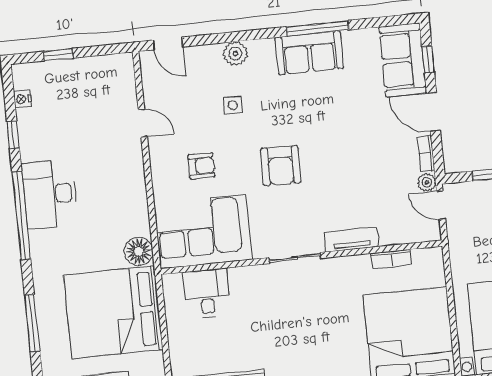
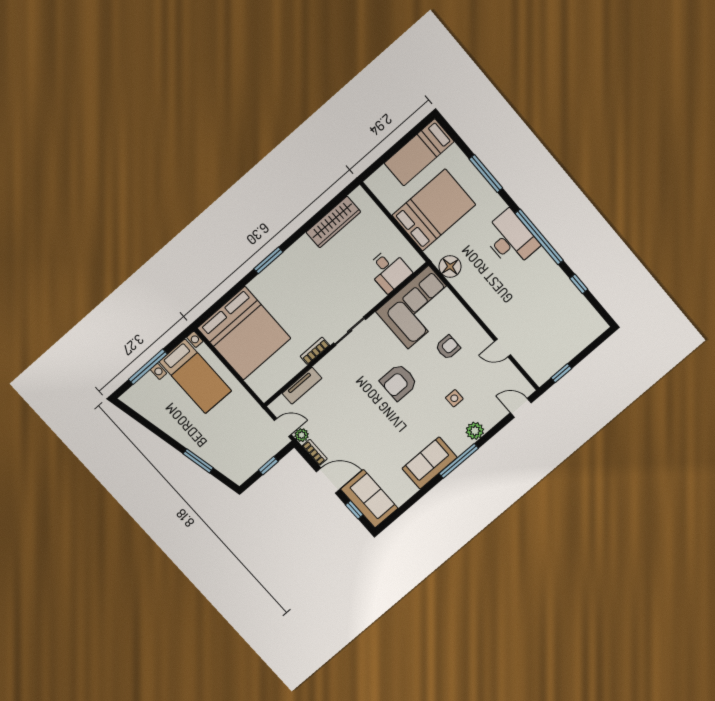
window: (317, 28) -> (459, 461), moved
window: (58, 55) -> (561, 373), moved
nightstand: (22, 99) -> (588, 310), removed
armchair: (201, 166) -> (448, 347), turned 180
armchair: (281, 166) -> (399, 382), turned -91
desk: (50, 194) -> (510, 239), moved
tv unit: (351, 239) -> (302, 386), moved
bookcase: (391, 259) -> (315, 351), moved
bed: (113, 312) -> (434, 210), width x0.73

